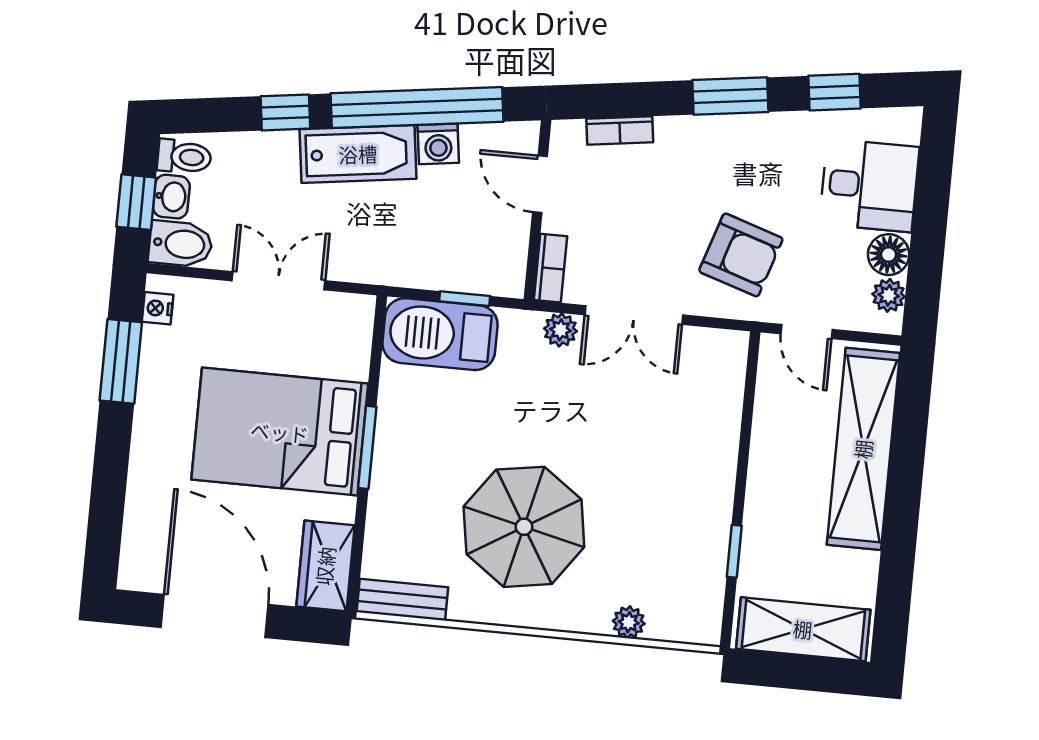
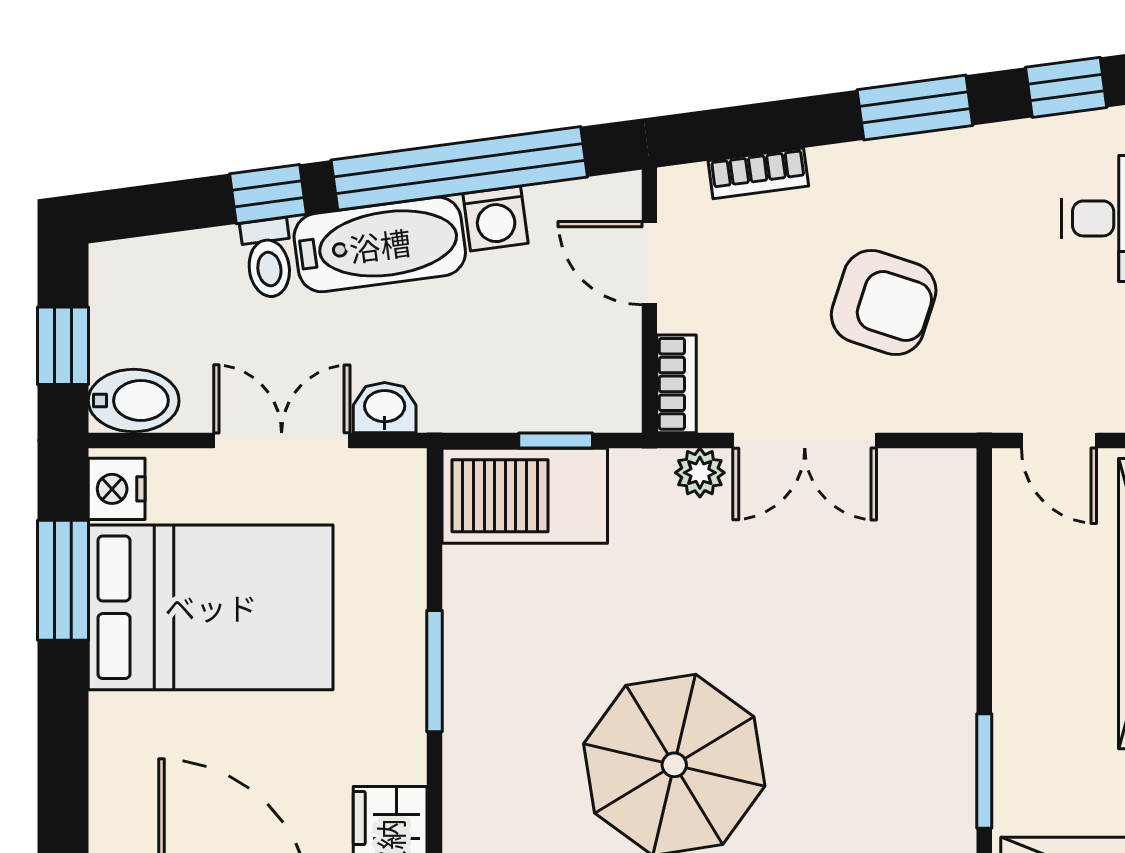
toilet: (184, 157) -> (268, 258), moved, turned 82
washbasin: (171, 197) -> (385, 408), moved, turned -90
armchair: (741, 255) -> (884, 303), moved
nightstand: (158, 308) -> (117, 489), width x1.39, depth x1.35
bed: (280, 432) -> (211, 607), moved, turned 180
window: (734, 551) -> (984, 771), width x1.50

